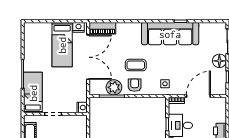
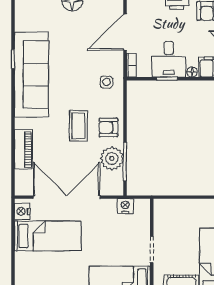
piano: (102, 28) -> (23, 149), moved
door: (198, 96) -> (125, 32), hinge flipped
nightstand: (82, 108) -> (125, 206), moved

